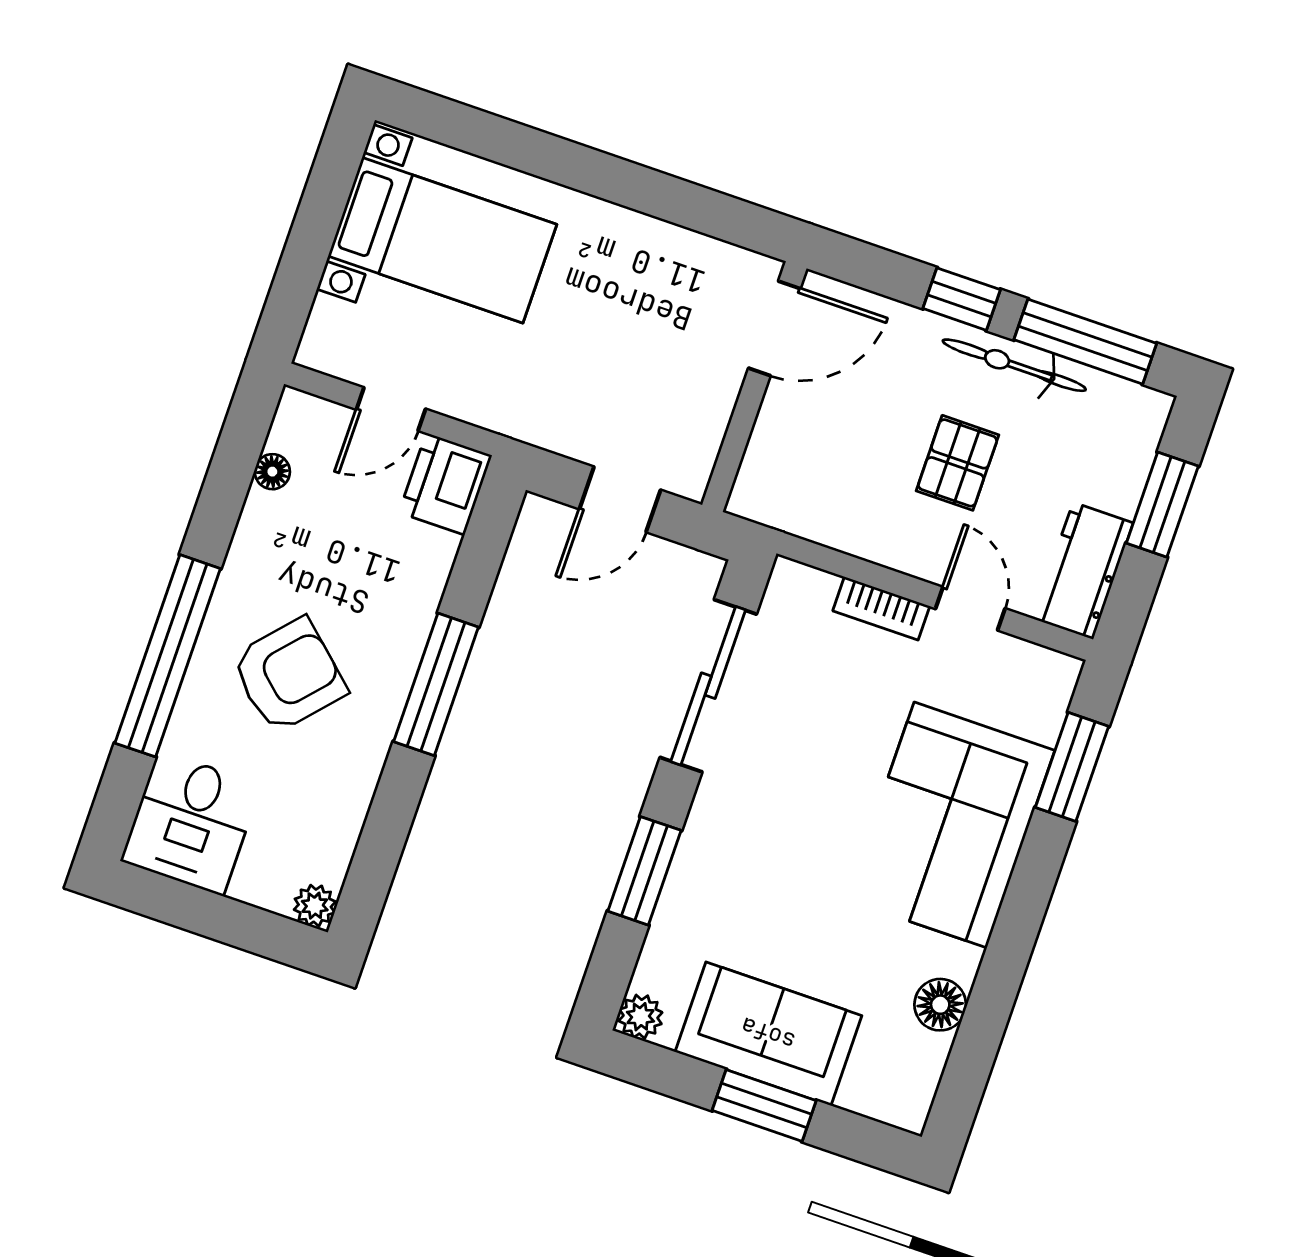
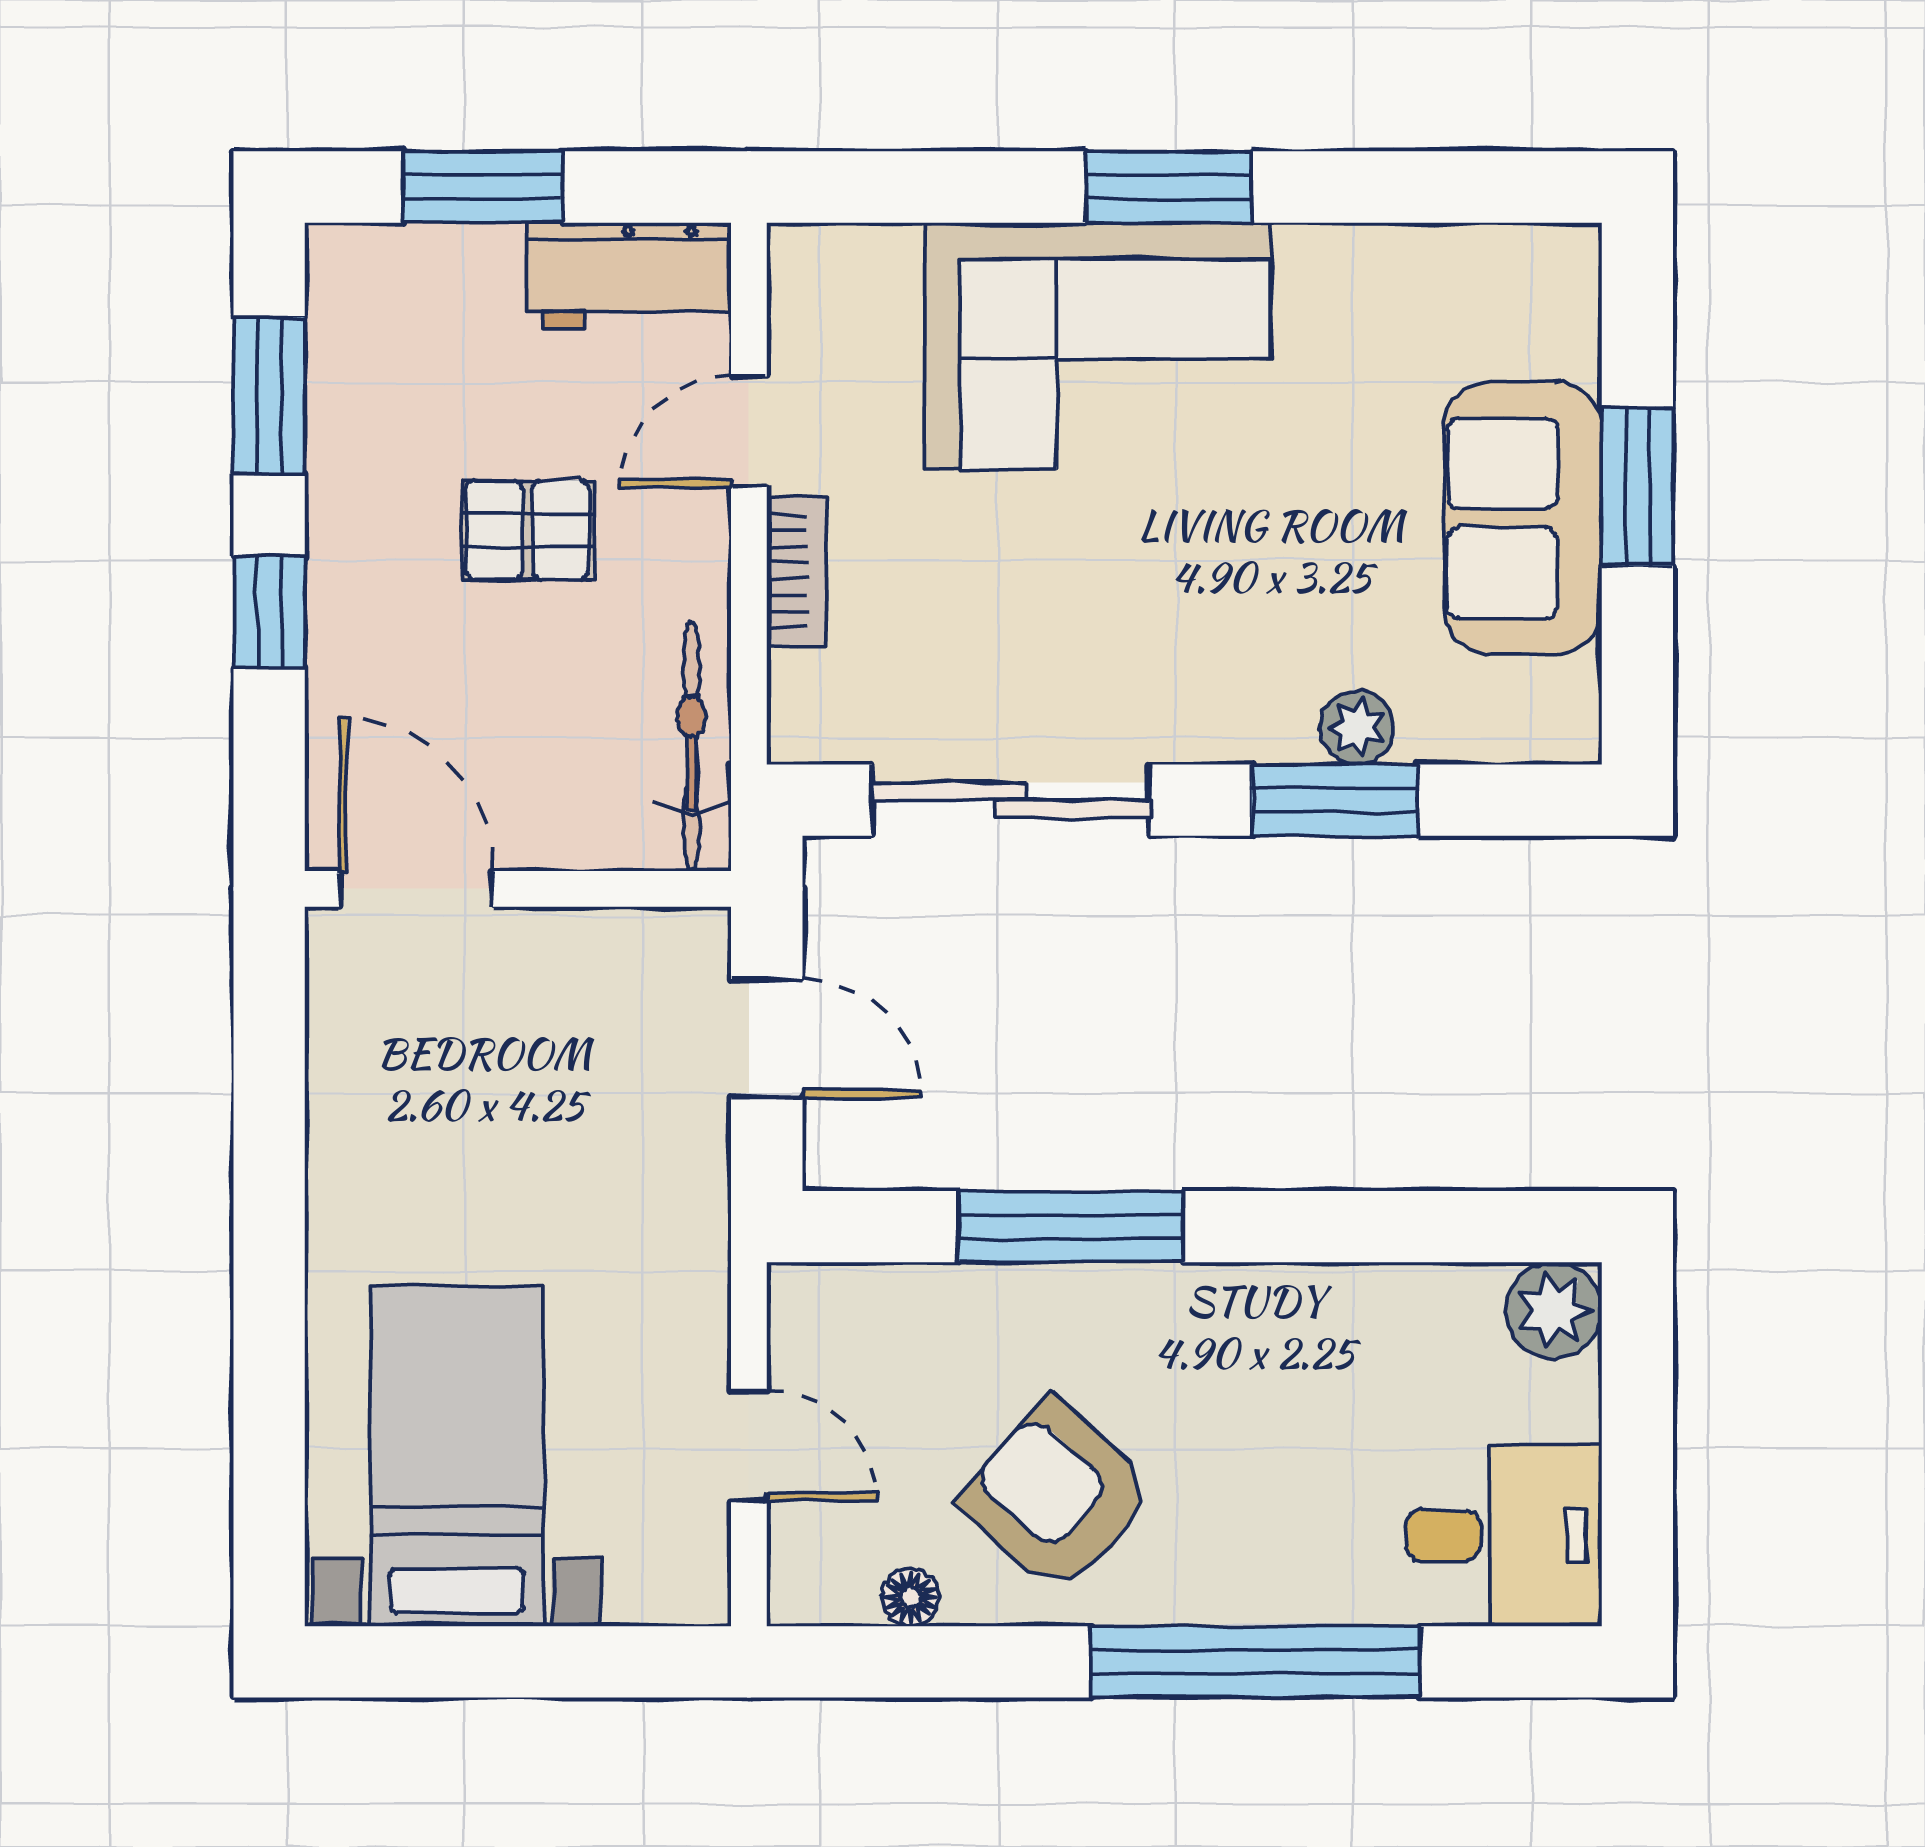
window: (1085, 342) -> (269, 396), width x0.69
bicycle: (1014, 365) -> (692, 746), moved, turned 180
printer: (445, 484) -> (837, 1320), removed
armchair: (289, 675) -> (1057, 1497), moved
window: (436, 684) -> (1071, 1227), moved
window: (1072, 767) -> (1168, 187), moved
plant: (315, 906) -> (1554, 1310), width x1.38, depth x1.38
floor lamp: (940, 1005) -> (1385, 265), removed
plant: (640, 1017) -> (1357, 728), moved

